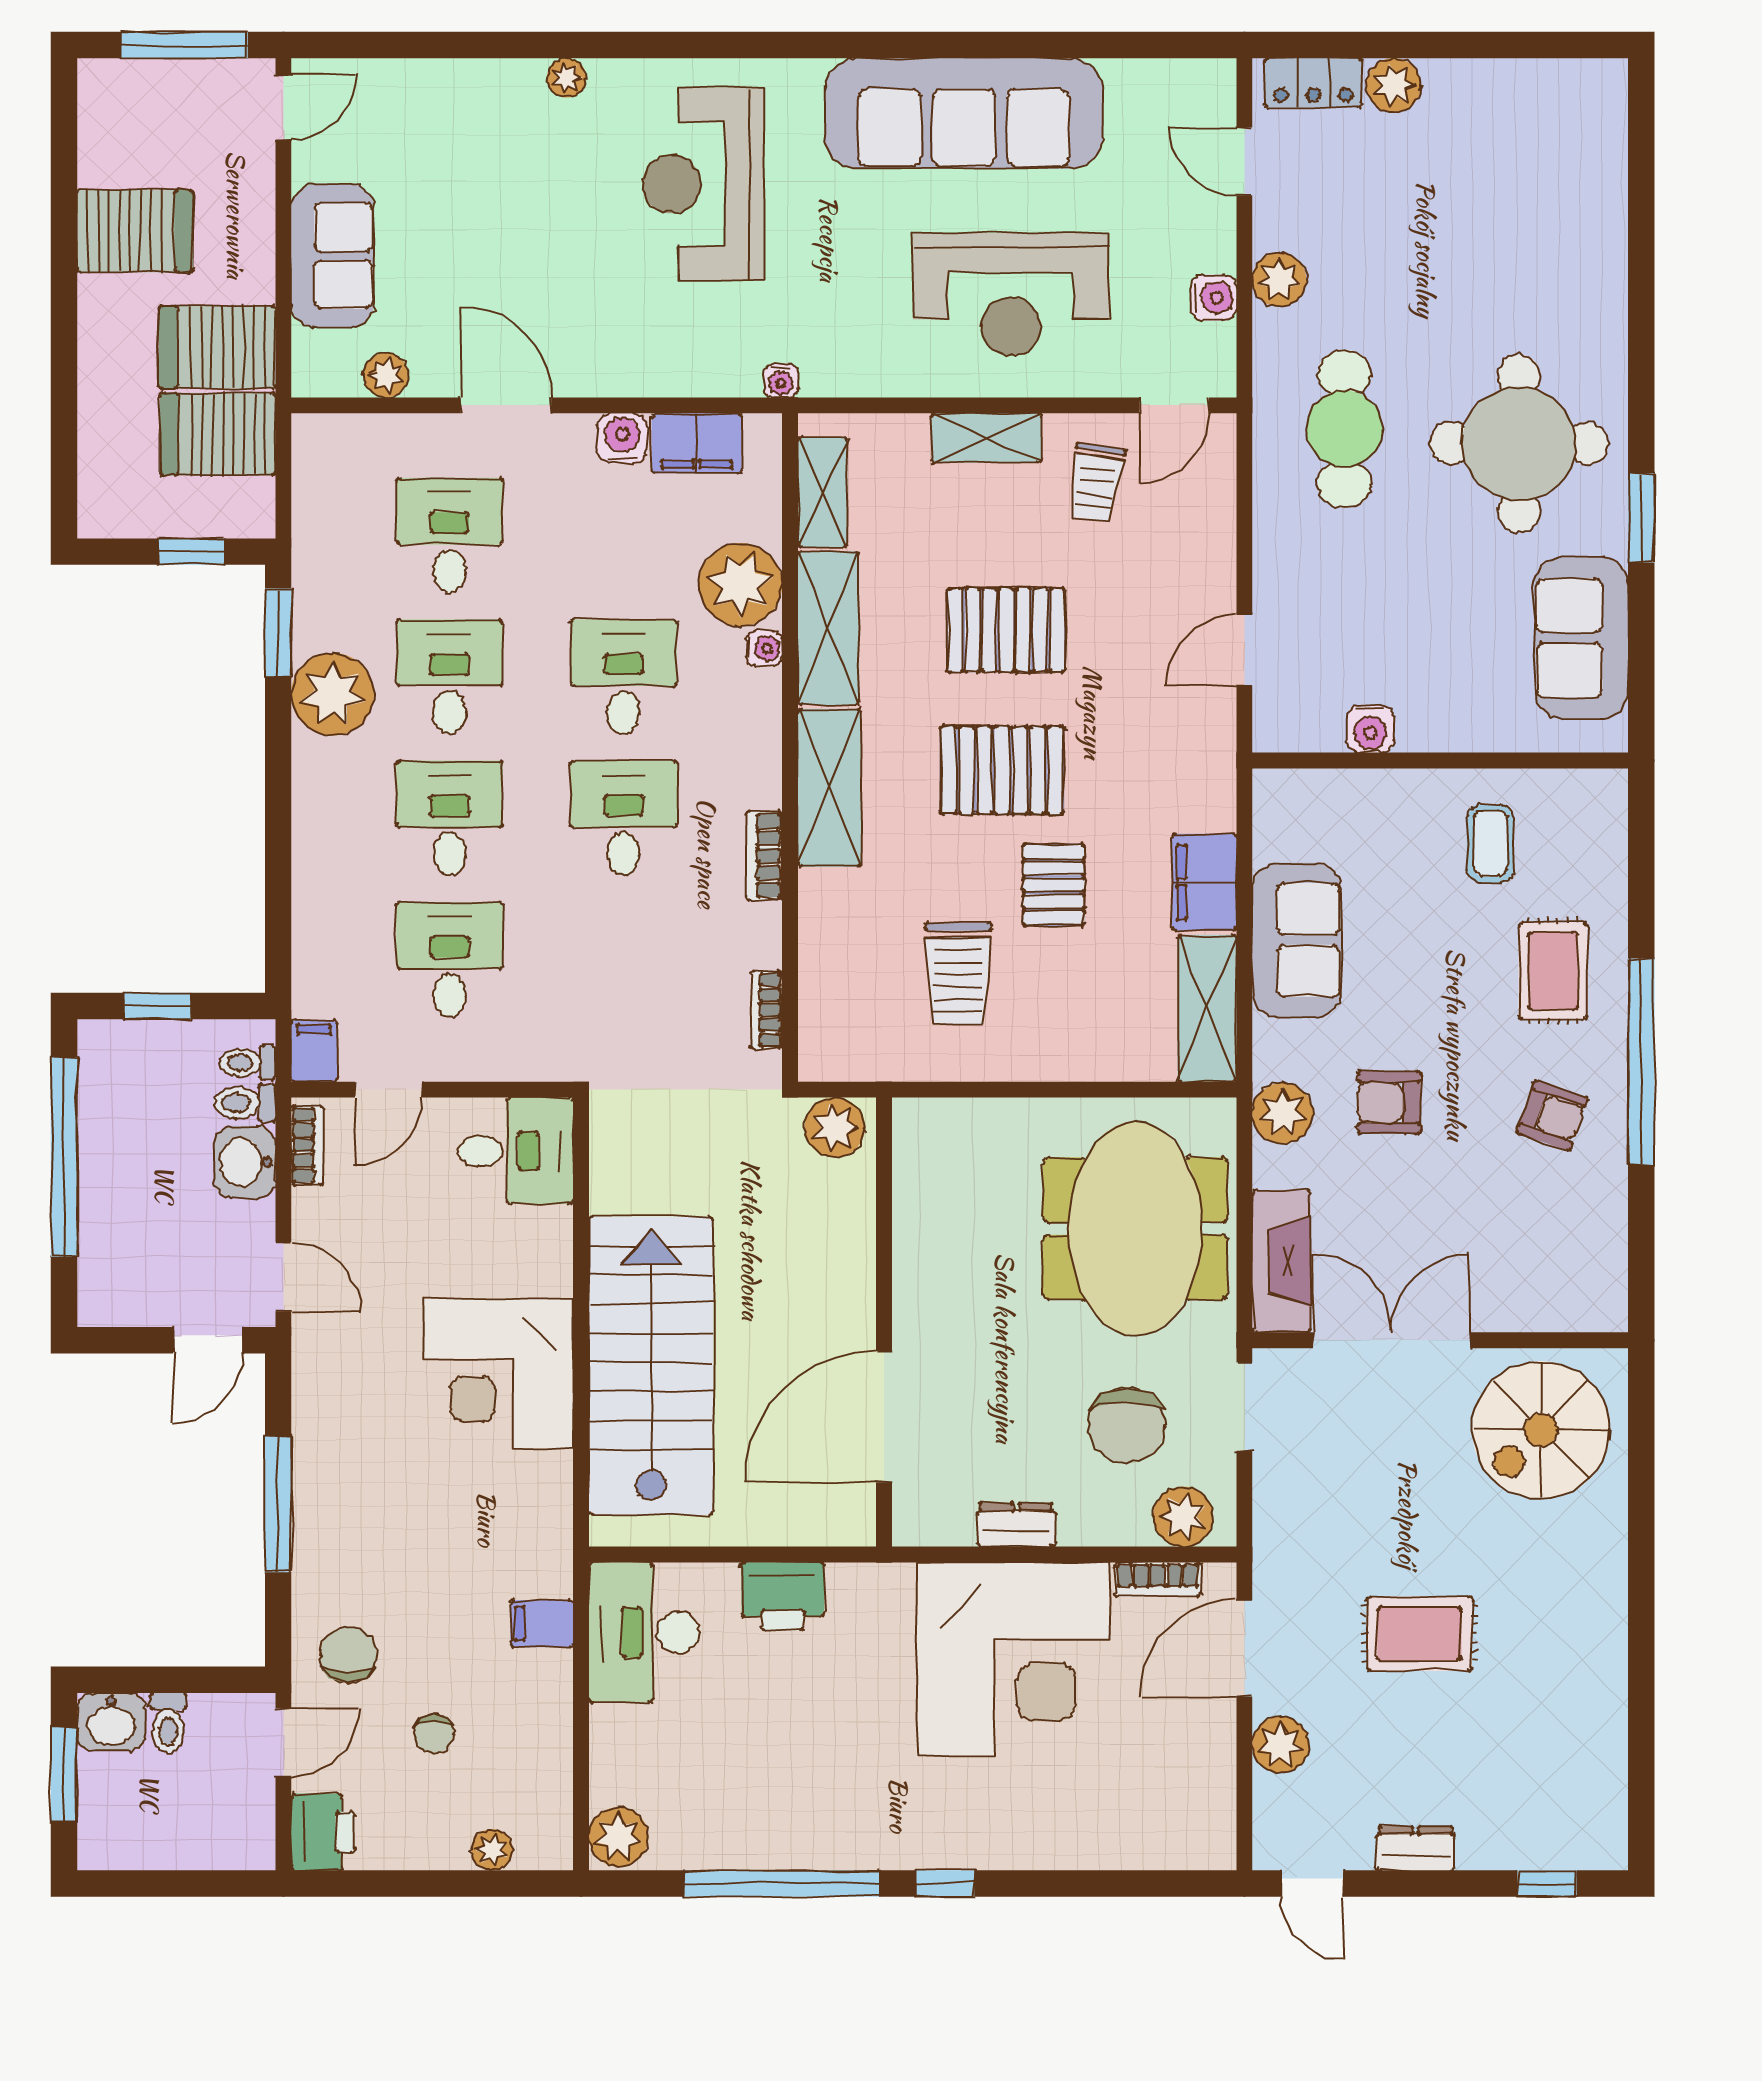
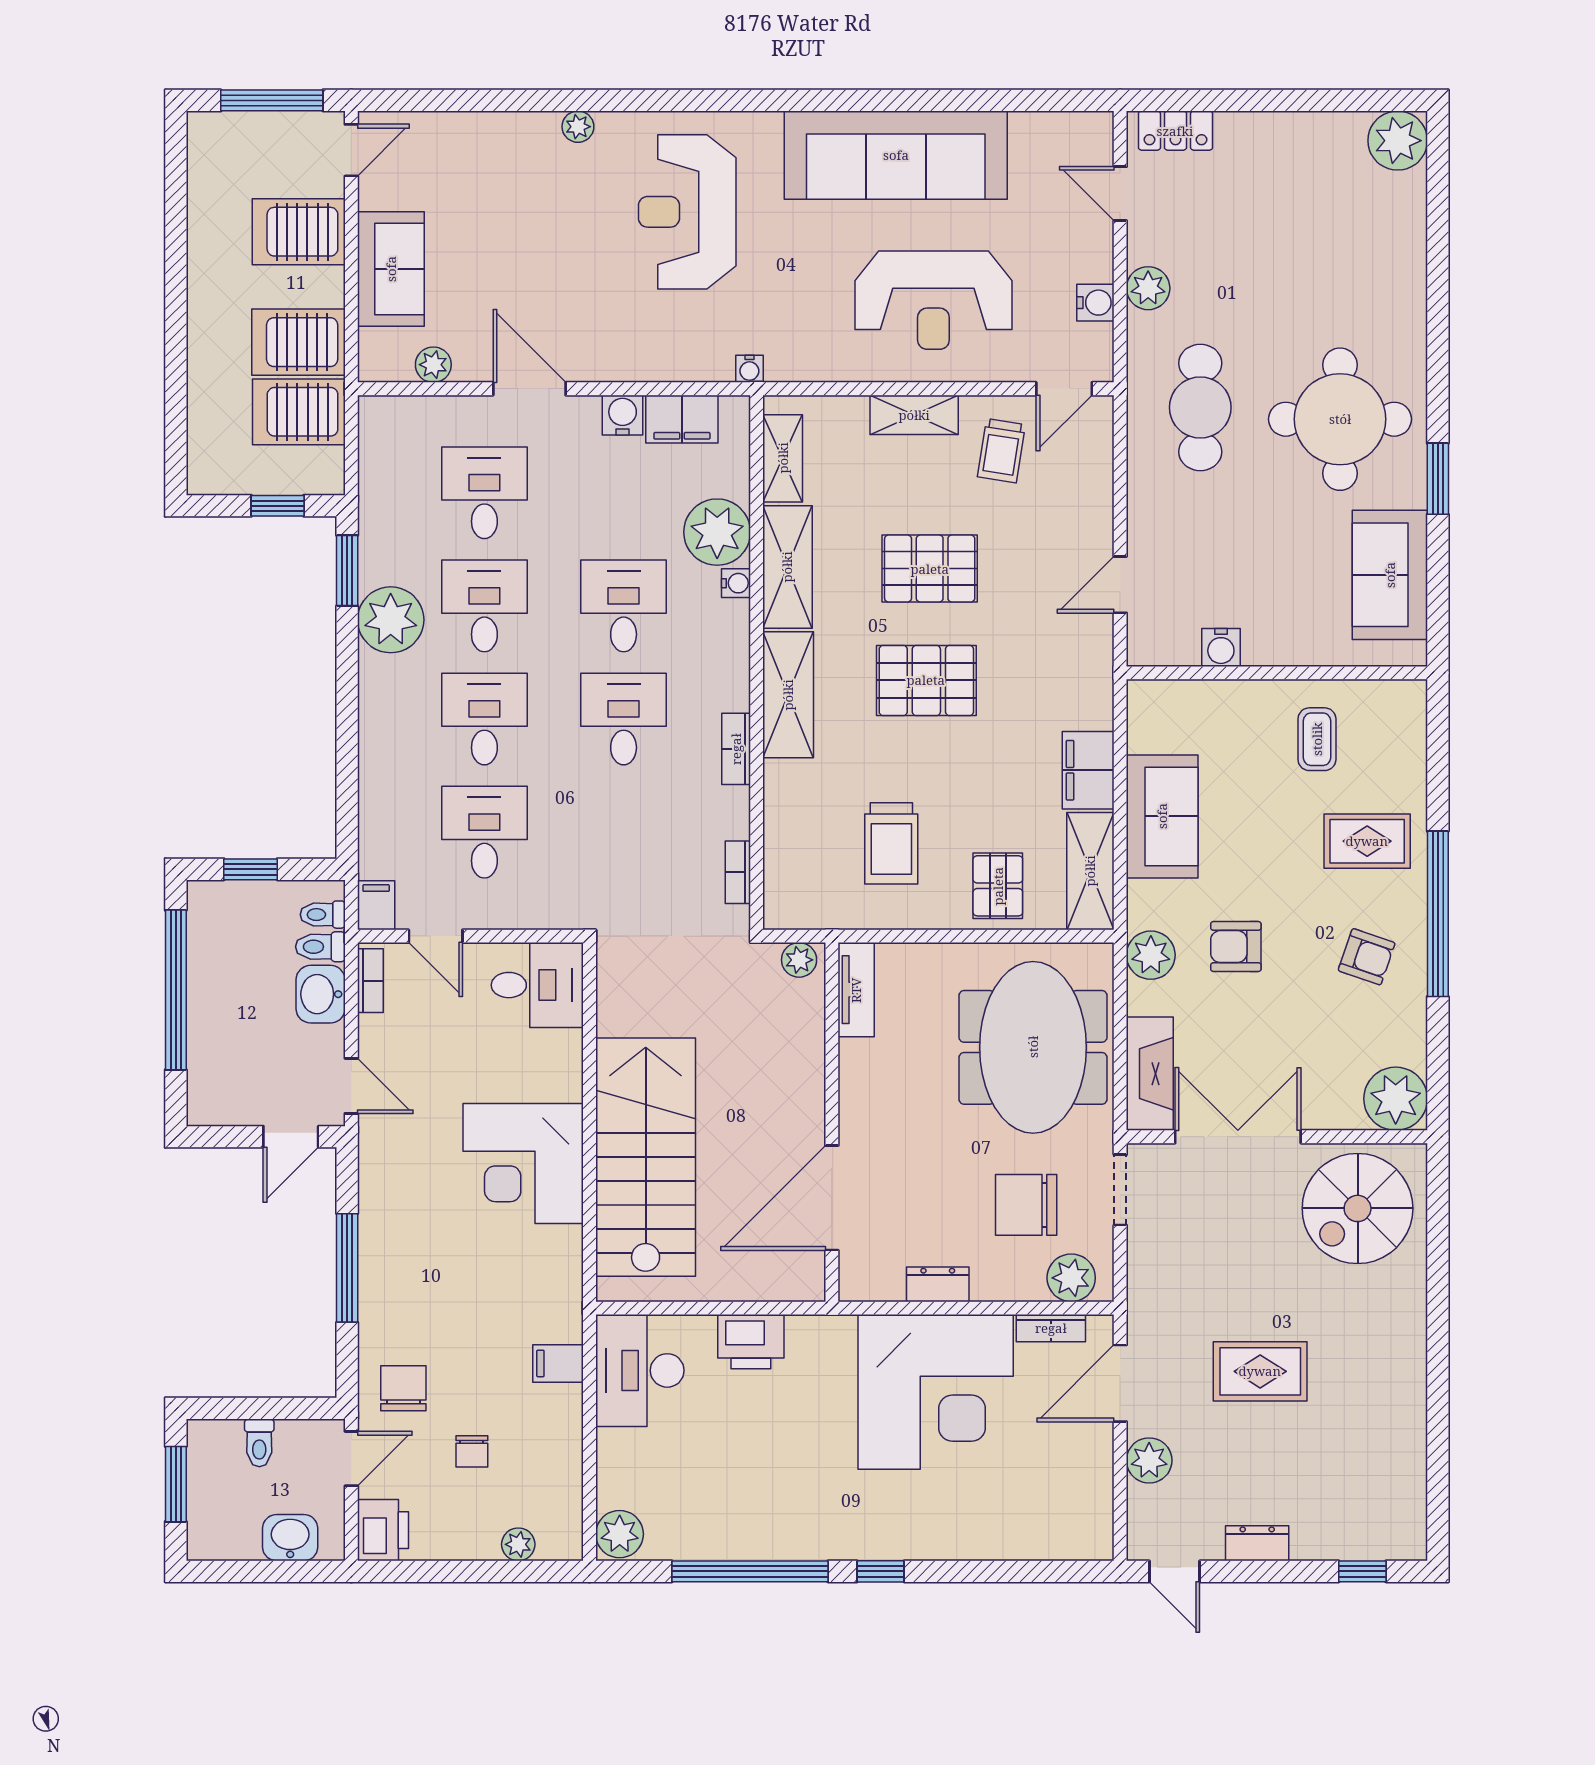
plant: (1394, 85) -> (1398, 141), moved, width x1.36, depth x1.36
server rack: (135, 231) -> (299, 232), moved, turned 180
pallet: (1054, 885) -> (998, 886), moved
rug: (1553, 971) -> (1367, 841), turned 90
door: (389, 1090) -> (436, 936), hinge flipped
plant: (835, 1127) -> (799, 960), width x0.73, depth x0.73
tv unit: (914, 1156) -> (856, 990), added
plant: (1589, 1293) -> (1396, 1099), added
chair: (1127, 1425) -> (1026, 1205), turned 90
washbasin: (111, 1722) -> (290, 1538), moved, turned 180

